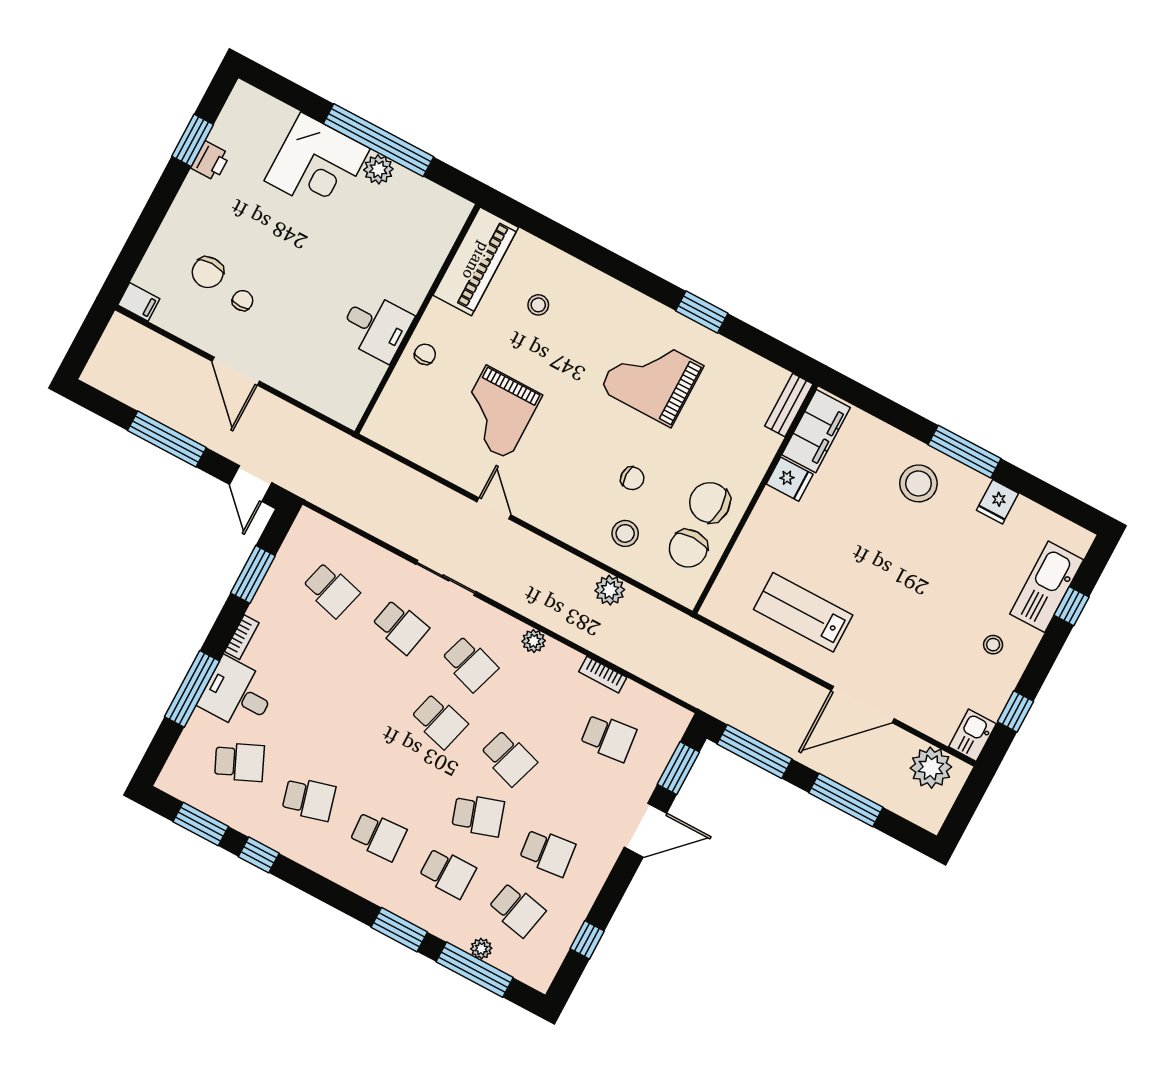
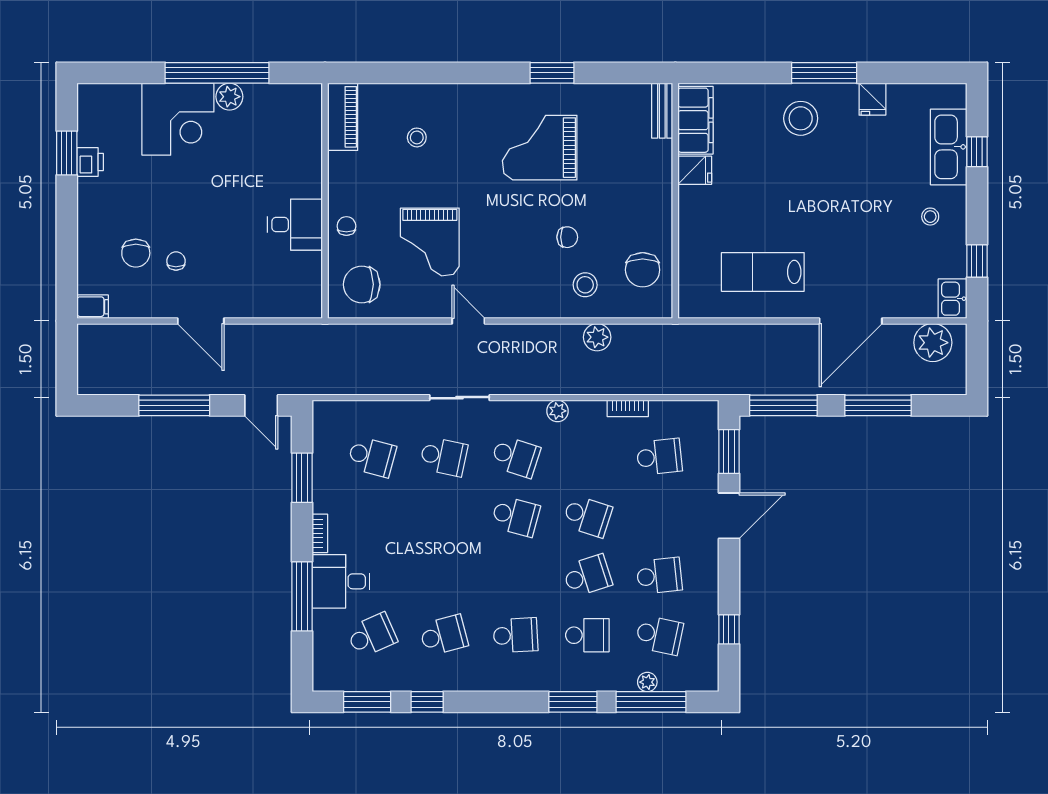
piano: (476, 261) -> (343, 117), width x0.73, depth x0.75
chair: (710, 503) -> (362, 284), moved

